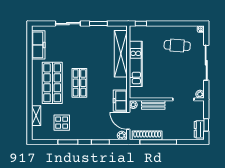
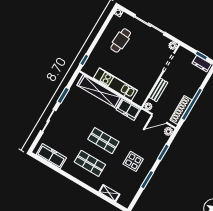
shop shelf: (52, 83) -> (90, 163), width x0.70, depth x0.74
freezer: (120, 101) -> (128, 109), moved
display table: (62, 123) -> (133, 161), moved

